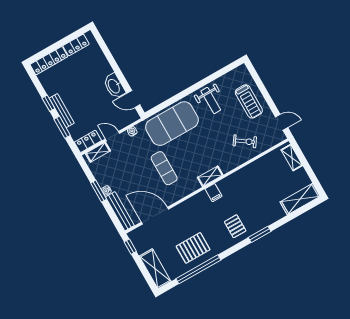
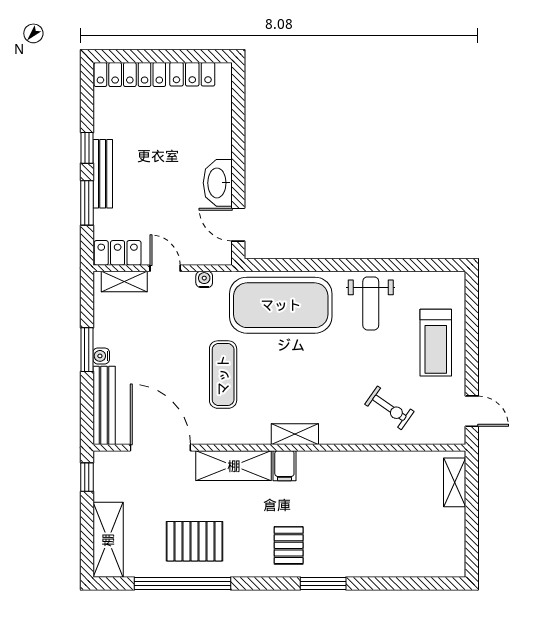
shelving: (300, 199) -> (234, 466), moved

